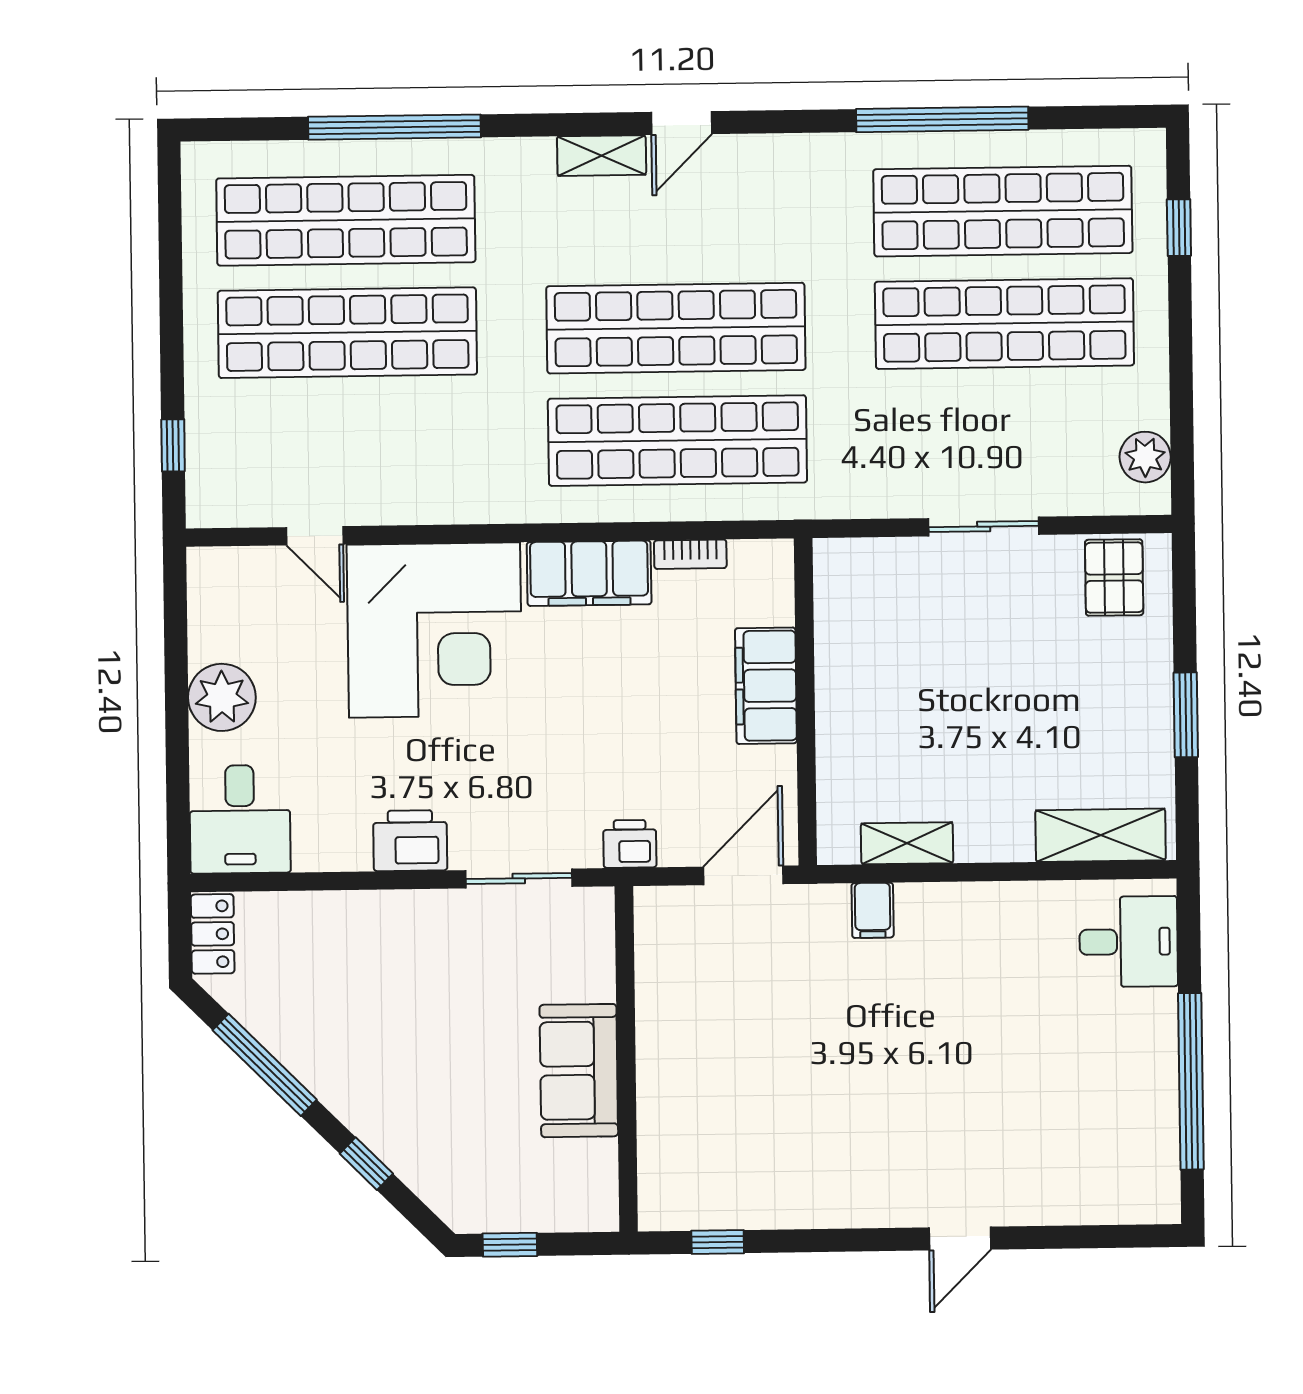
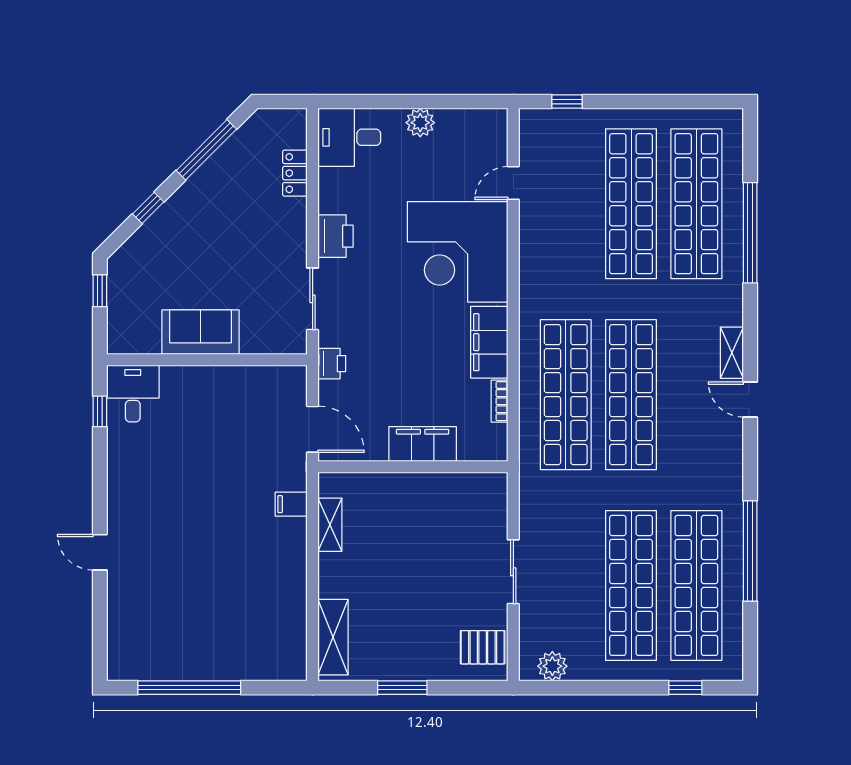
plant: (222, 697) -> (420, 123), width x0.73, depth x0.73
locker: (213, 934) -> (295, 173), moved, turned 90
desk: (1129, 942) -> (133, 394), moved, turned 180

